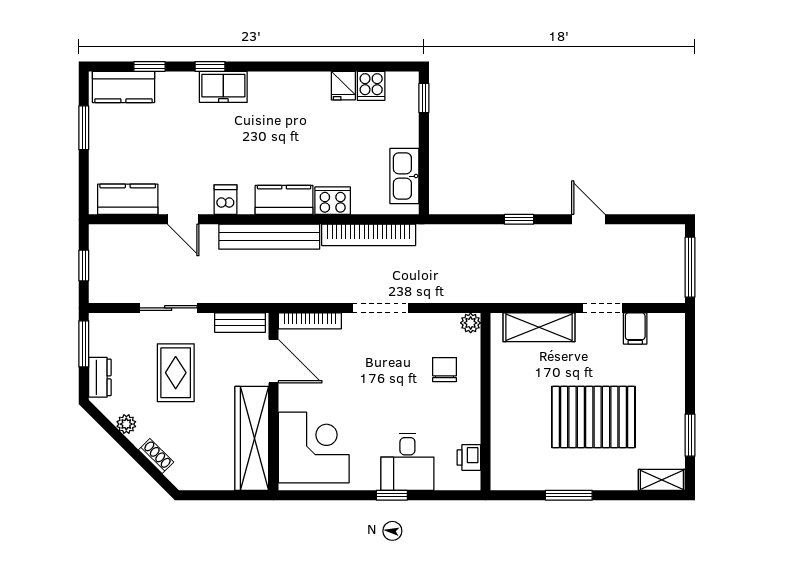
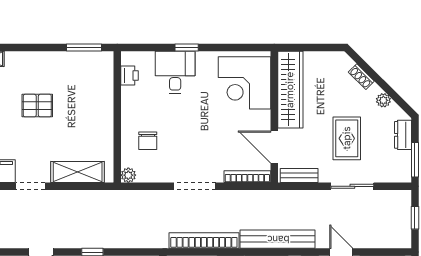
pallet: (593, 417) -> (37, 106), width x0.49, depth x0.50
window: (569, 495) -> (84, 47), moved

